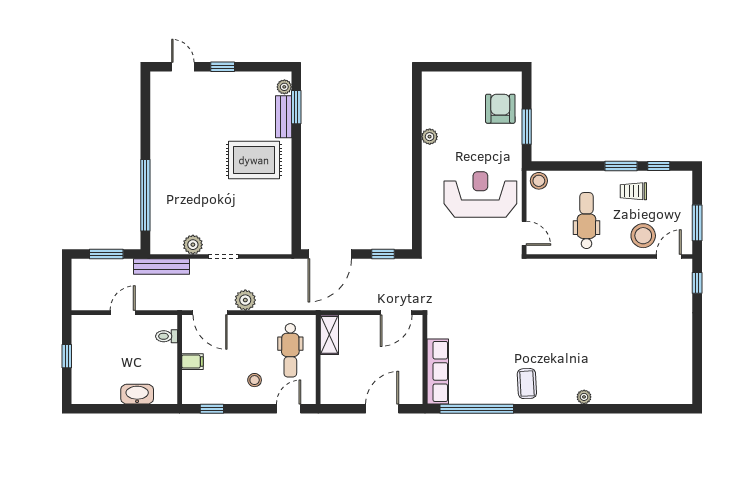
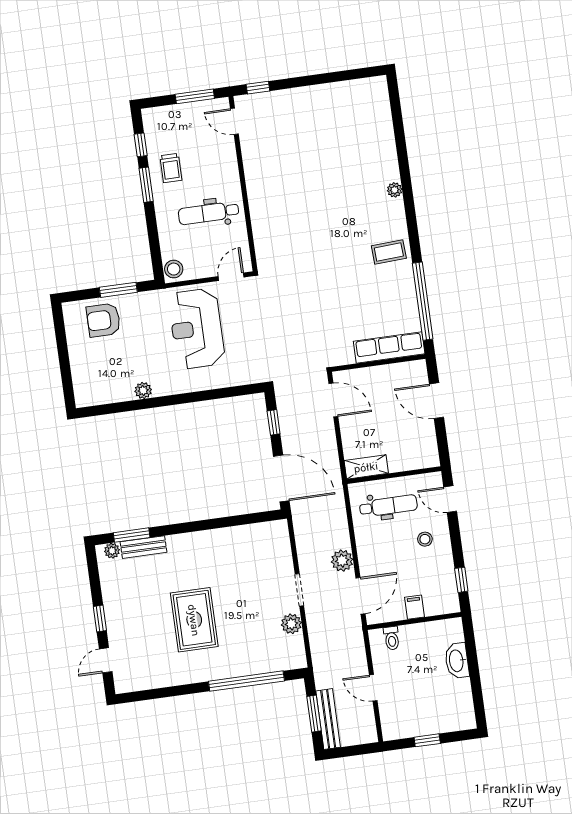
rug: (254, 160) -> (194, 620), moved
stool: (643, 236) -> (216, 151), removed
bench: (162, 267) -> (328, 719), moved

